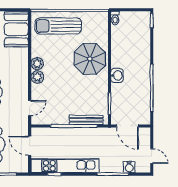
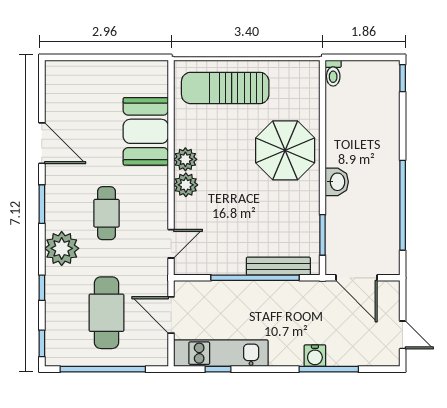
booth: (16, 29) -> (146, 131), moved
kitchen unit: (65, 166) -> (221, 353), width x0.73
water cooler: (129, 167) -> (315, 356), moved

